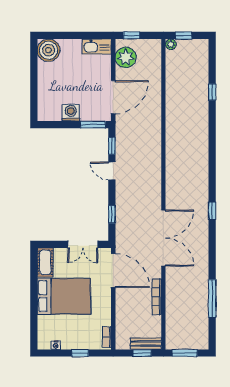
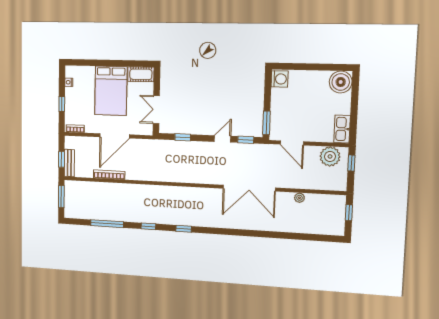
plant: (171, 44) -> (299, 198), moved
window: (212, 92) -> (148, 226), moved
door: (113, 97) -> (292, 143), width x0.73
washing machine: (71, 113) -> (280, 79), moved
double door: (163, 238) -> (249, 188), moved
door: (113, 271) -> (115, 136), moved

